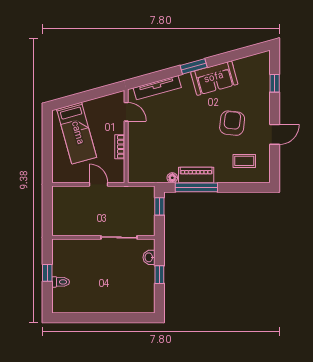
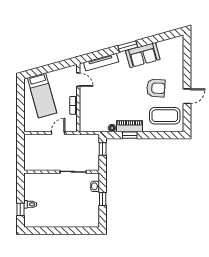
window: (275, 83) -> (187, 59), removed
armchair: (232, 123) -> (156, 88), turned 87
coffee table: (244, 161) -> (165, 116), width x1.86, depth x1.72
door: (98, 184) -> (58, 133), hinge flipped
window: (196, 187) -> (130, 135), width x0.46
window: (47, 273) -> (20, 209), moved

